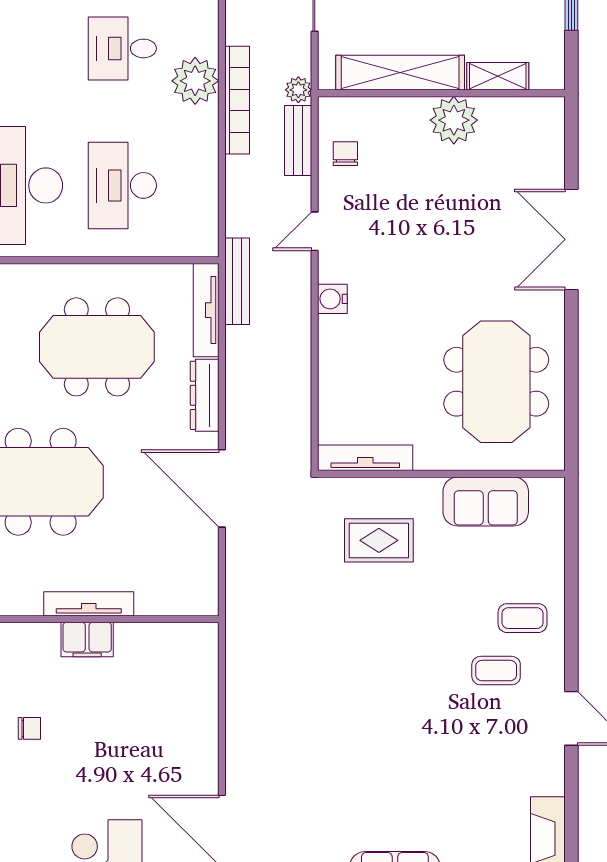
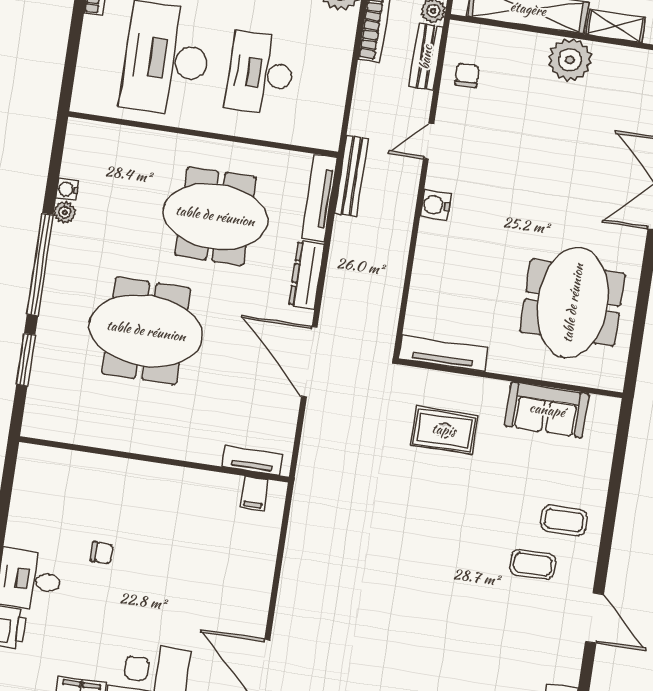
tv unit: (89, 604) -> (252, 460), moved, width x0.71
filing cabinet: (87, 640) -> (254, 493), moved, width x0.50

